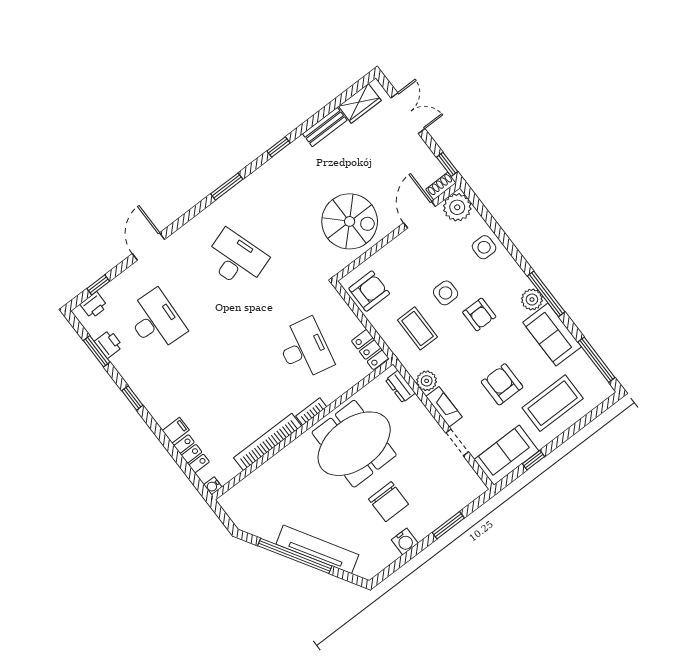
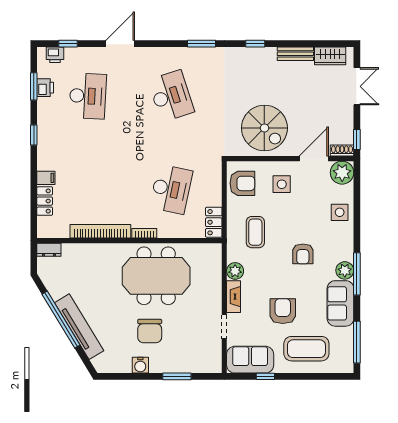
side table: (446, 293) -> (282, 184), moved
dresser: (400, 386) -> (49, 250), moved, turned -90
water cooler: (213, 486) -> (42, 233), removed

